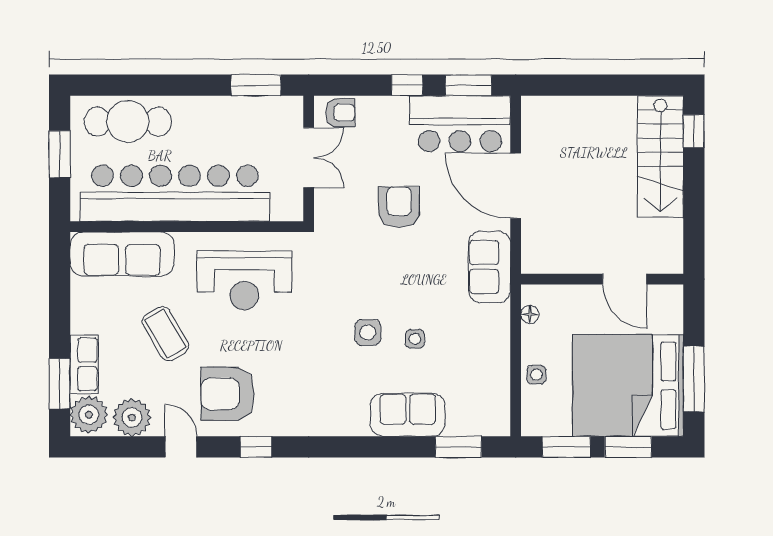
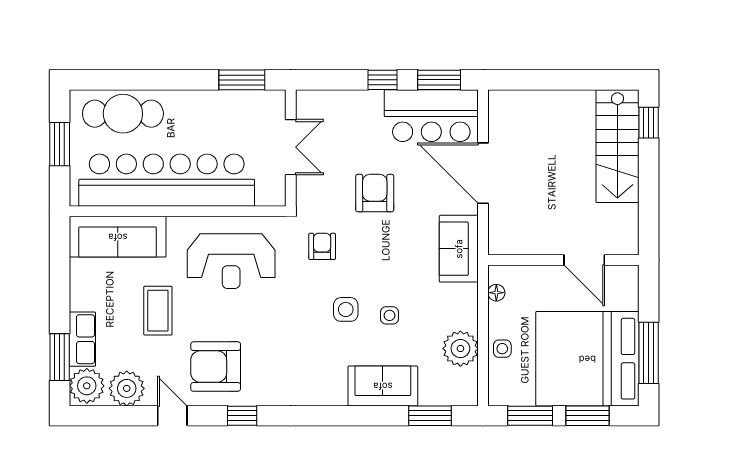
armchair: (340, 113) -> (322, 246), moved, turned -90
coffee table: (165, 334) -> (158, 311), turned 30
plant: (491, 374) -> (460, 349), added

